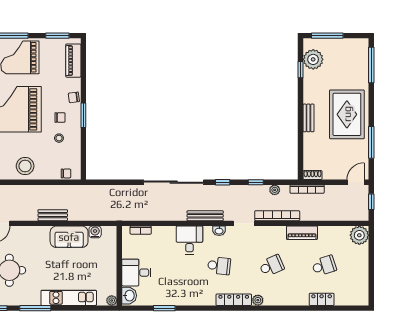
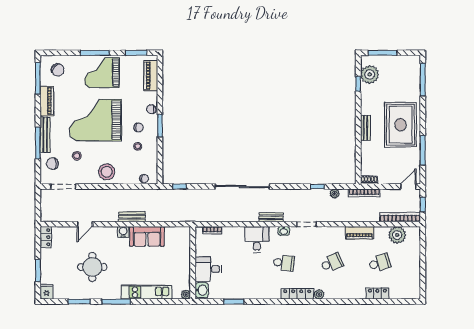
window: (223, 182) -> (180, 187), moved
bench: (205, 216) -> (271, 217), width x0.73
bookcase: (277, 216) -> (400, 217), moved
water cooler: (95, 232) -> (123, 232), moved
plant: (359, 235) -> (397, 235), moved

